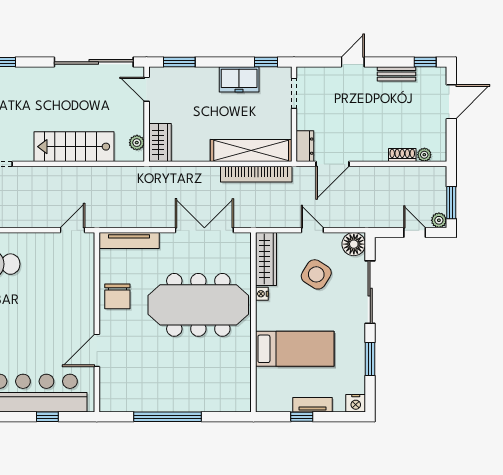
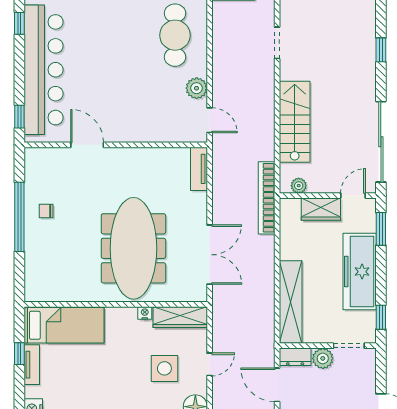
freezer: (239, 79) -> (360, 272), width x1.91, depth x1.26
plant: (306, 119) -> (323, 358), added
wardrobe: (160, 142) -> (321, 209), moved
bookcase: (256, 174) -> (267, 198), moved
tv unit: (129, 240) -> (199, 169), width x0.71
plant: (41, 243) -> (197, 88), added
side table: (316, 274) -> (164, 368), turned -32
chair: (117, 296) -> (46, 211), moved, width x0.54, depth x0.54
bed: (295, 349) -> (64, 325), moved, turned -90
window: (47, 417) -> (19, 117), moved

